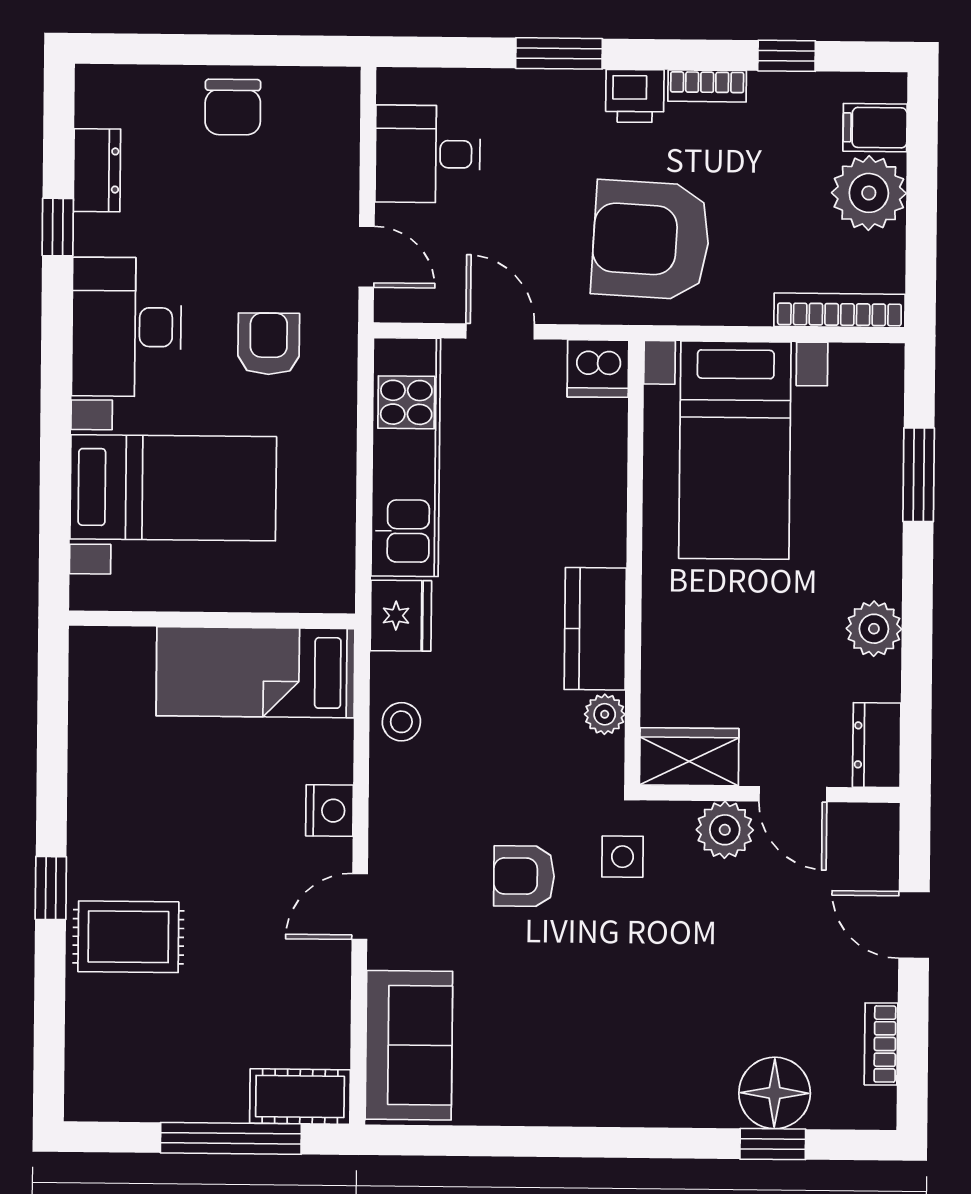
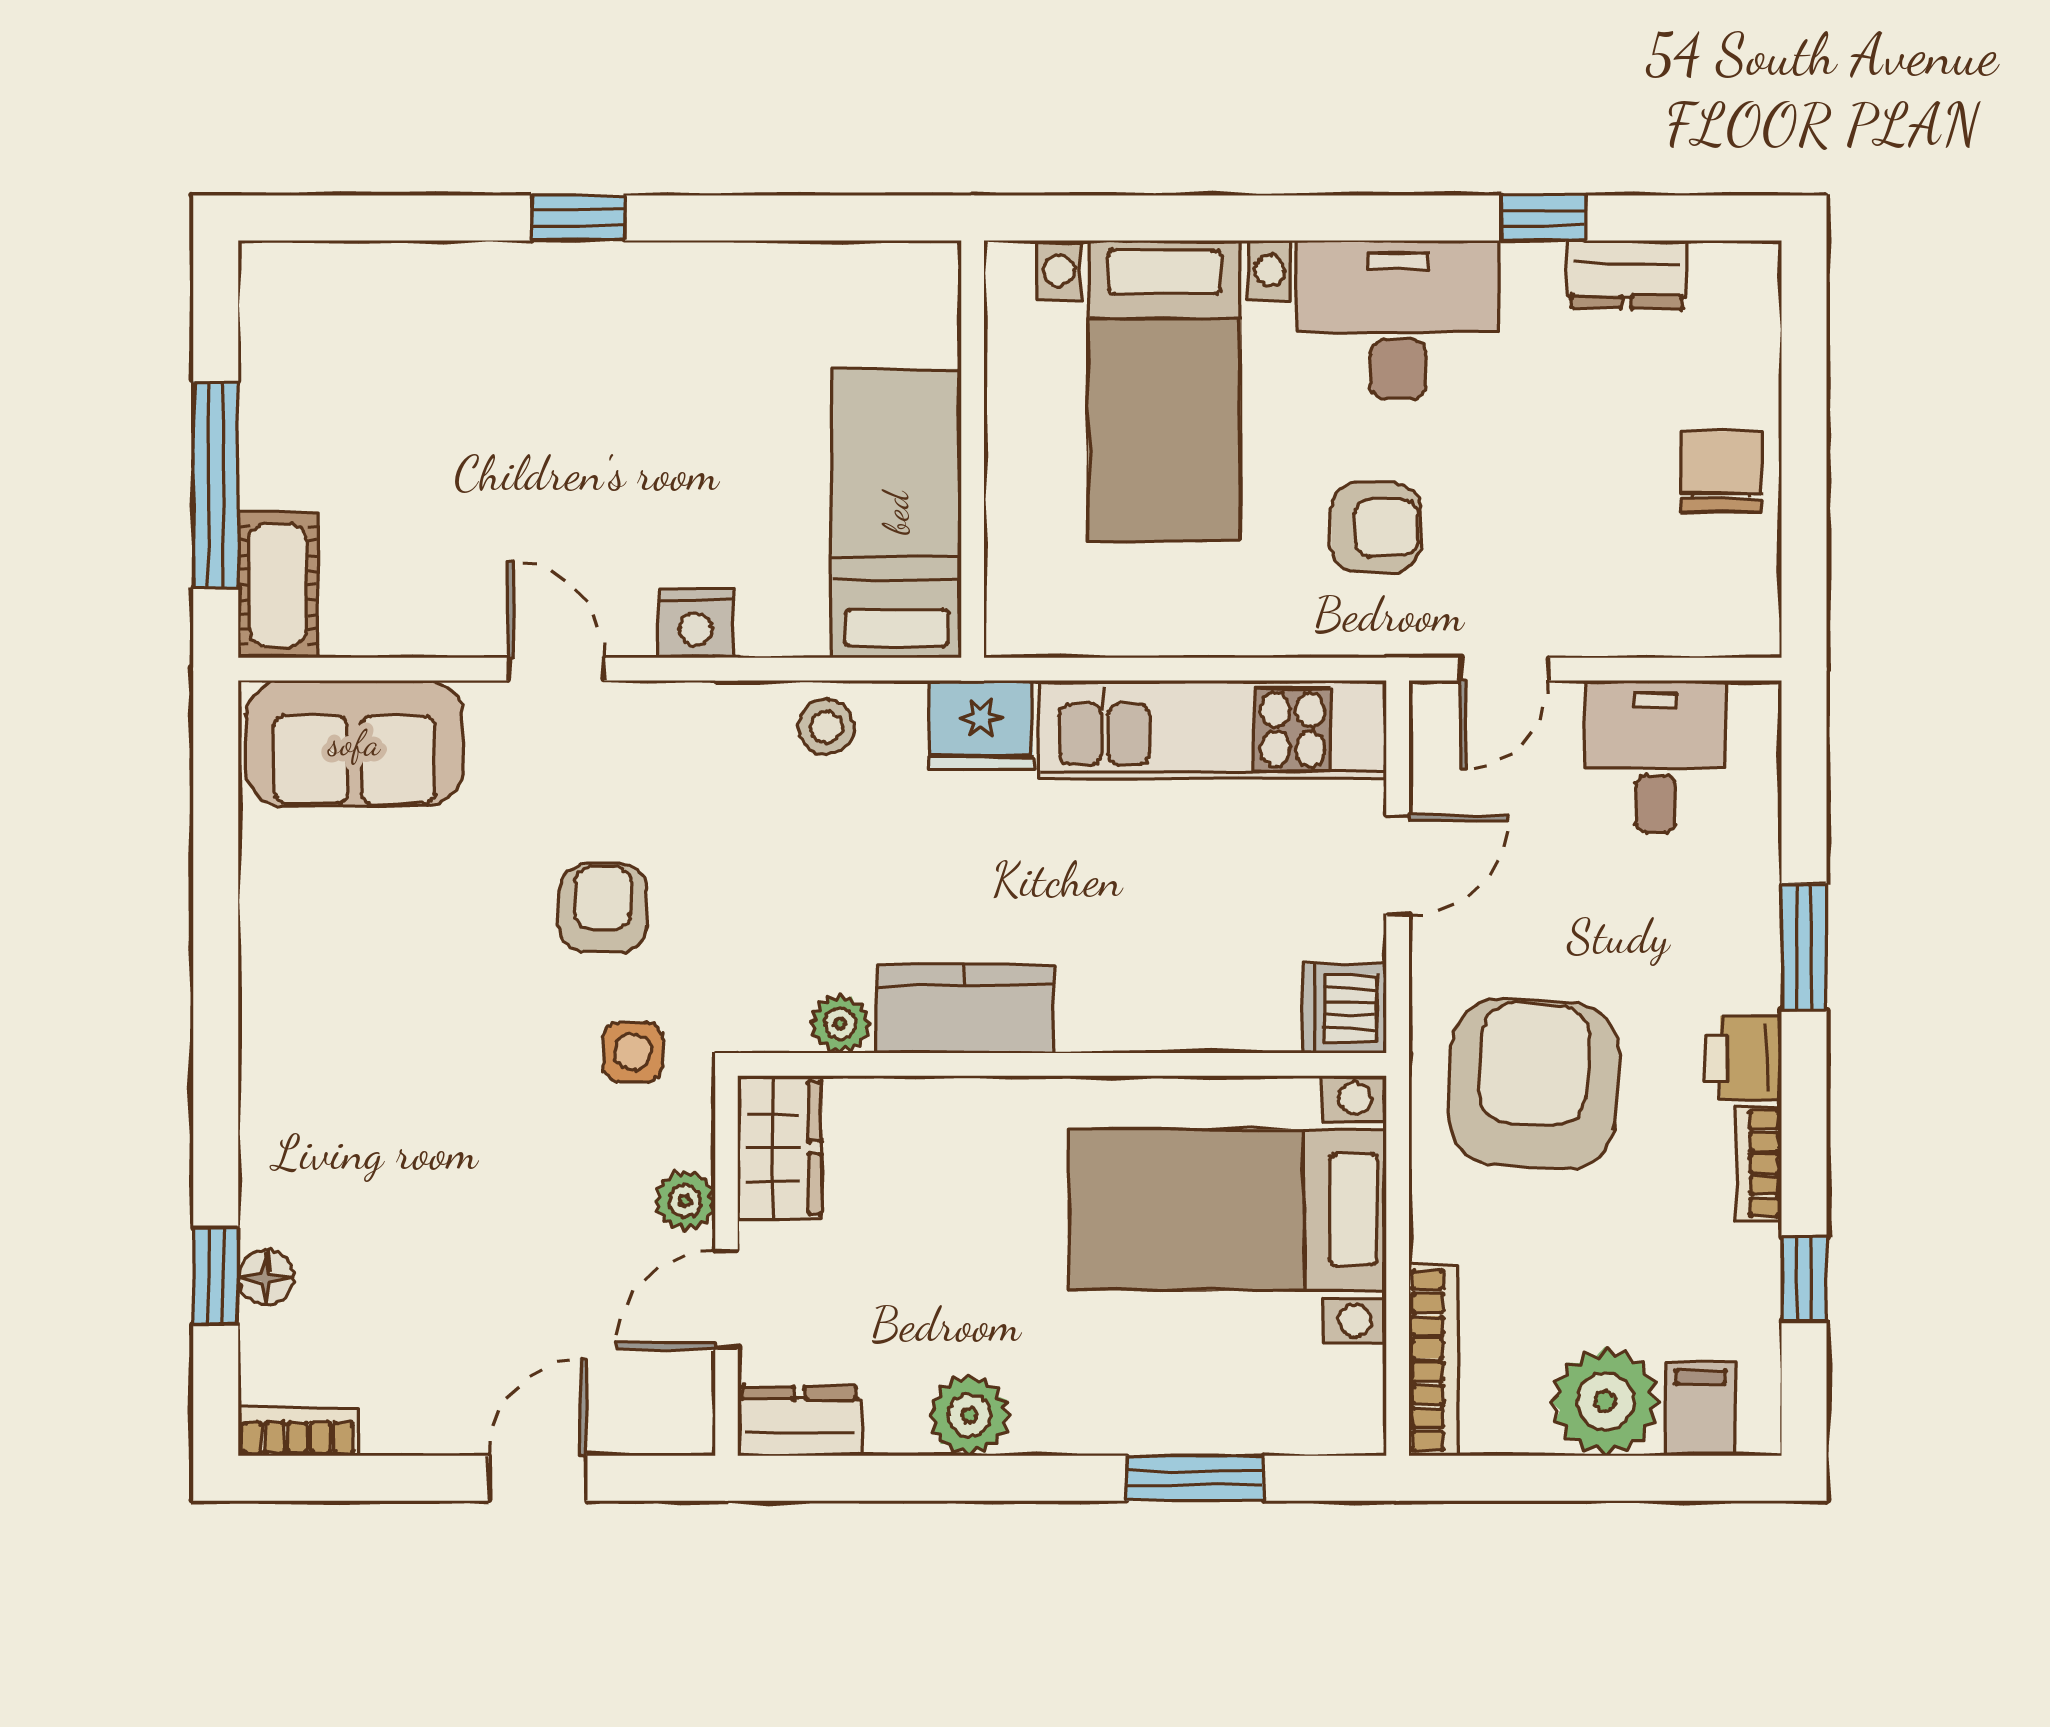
chair: (233, 107) -> (1721, 472), turned 90
plant: (725, 830) -> (685, 1201), width x0.73, depth x0.73
rug: (128, 937) -> (508, 332), removed
bookcase: (881, 1044) -> (298, 1432), moved
floor lamp: (775, 1093) -> (266, 1277), width x0.53, depth x0.53

